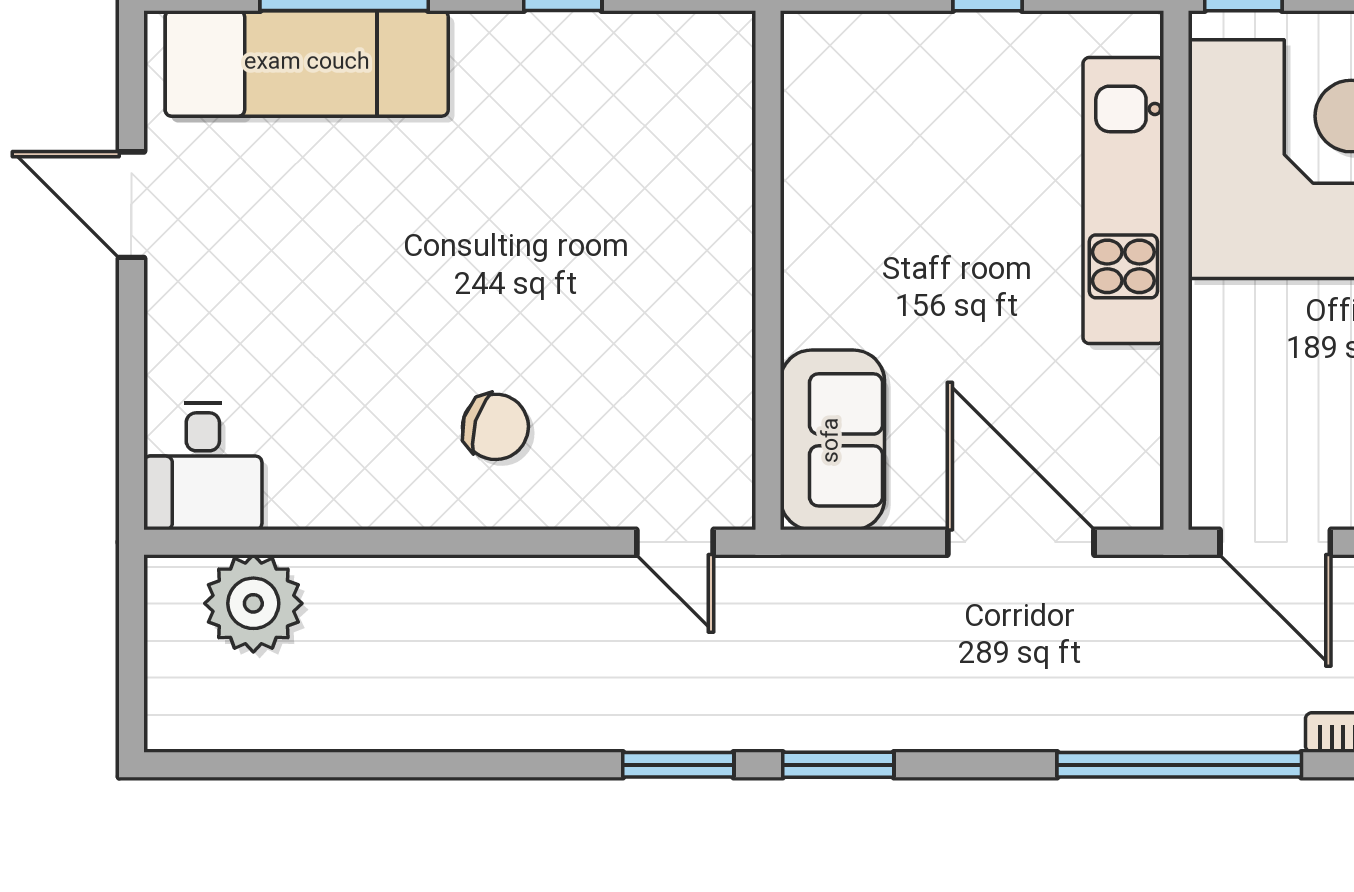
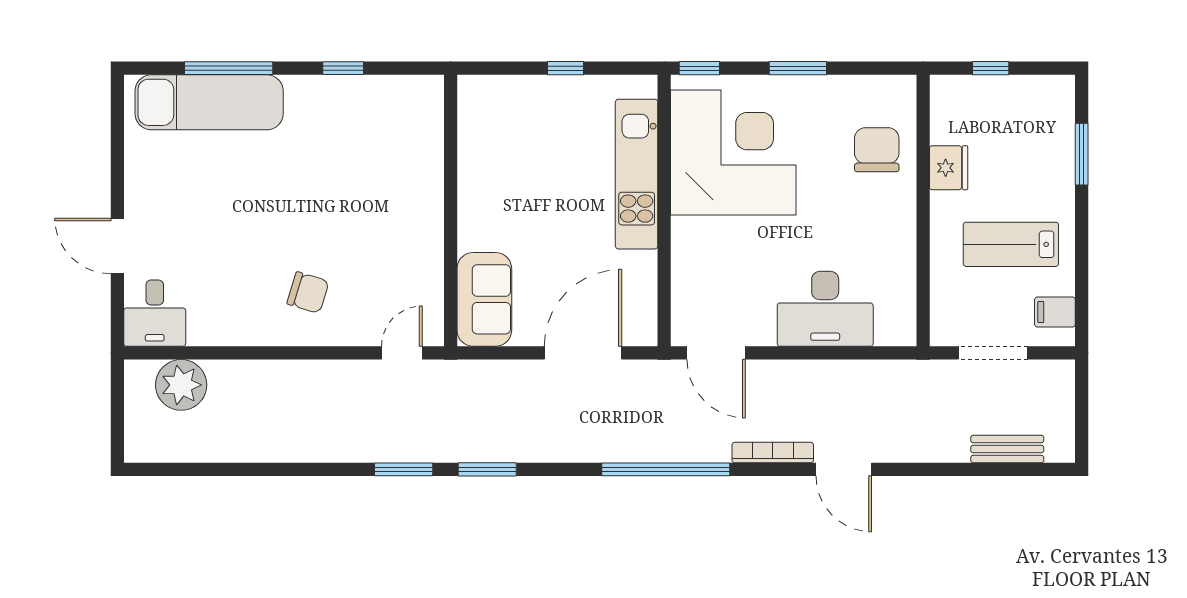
door: (131, 205) -> (117, 246), moved
door: (675, 542) -> (402, 353), swing flipped
door: (1021, 542) -> (583, 353), hinge flipped

